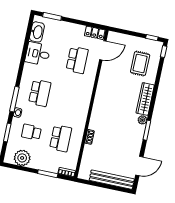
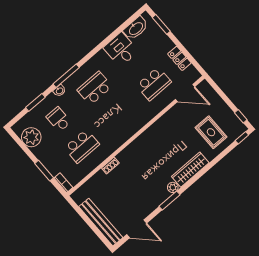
locker: (95, 33) -> (179, 58), moved
rug: (140, 63) -> (211, 132), turned 90
school desk: (40, 93) -> (95, 88), turned 180

